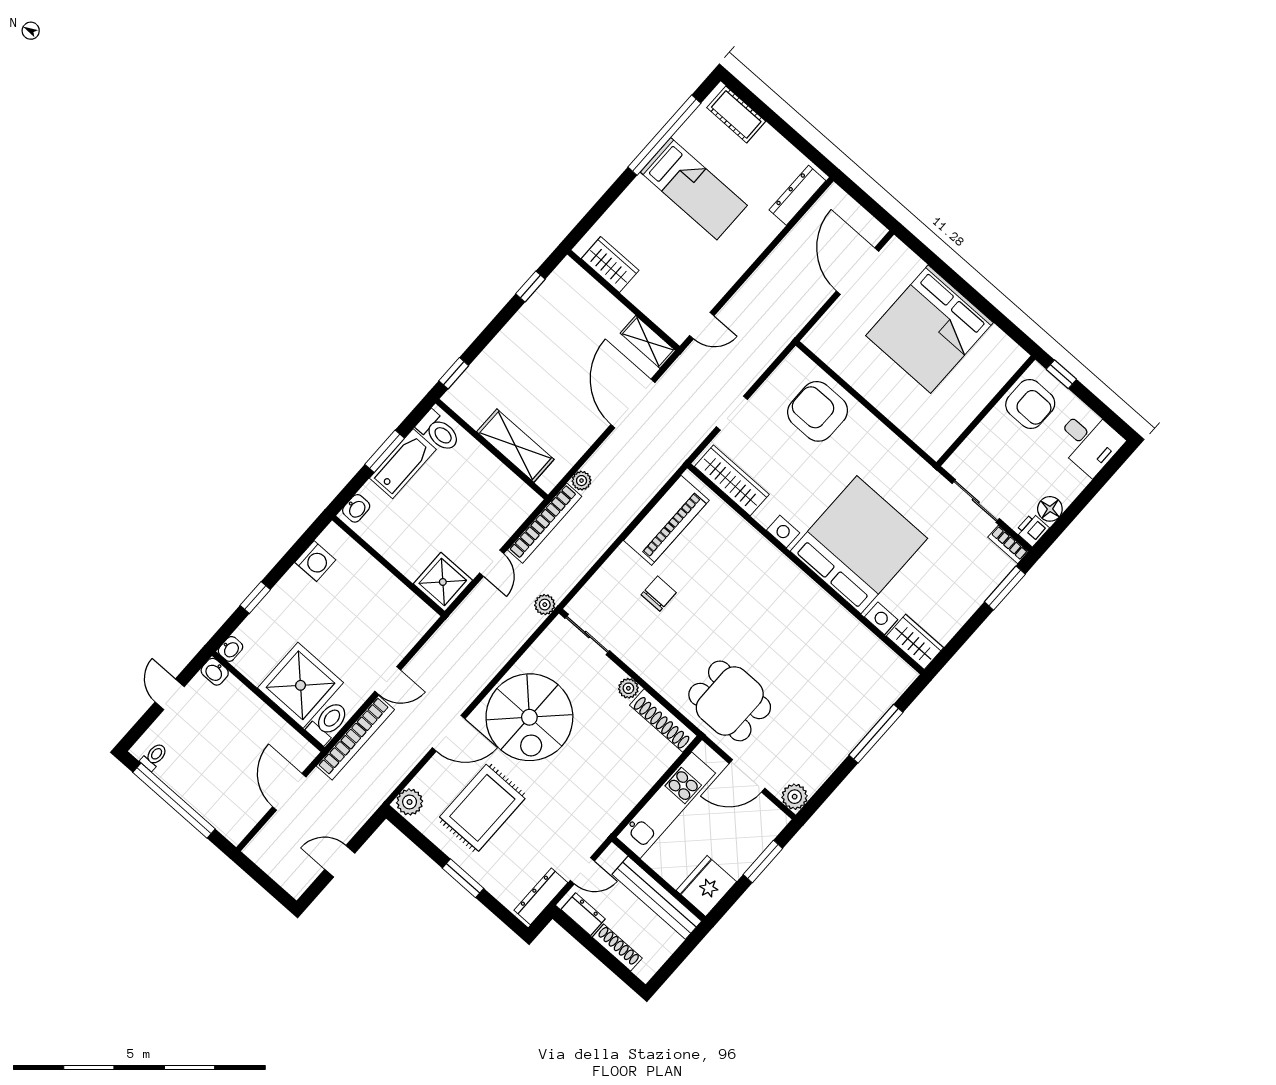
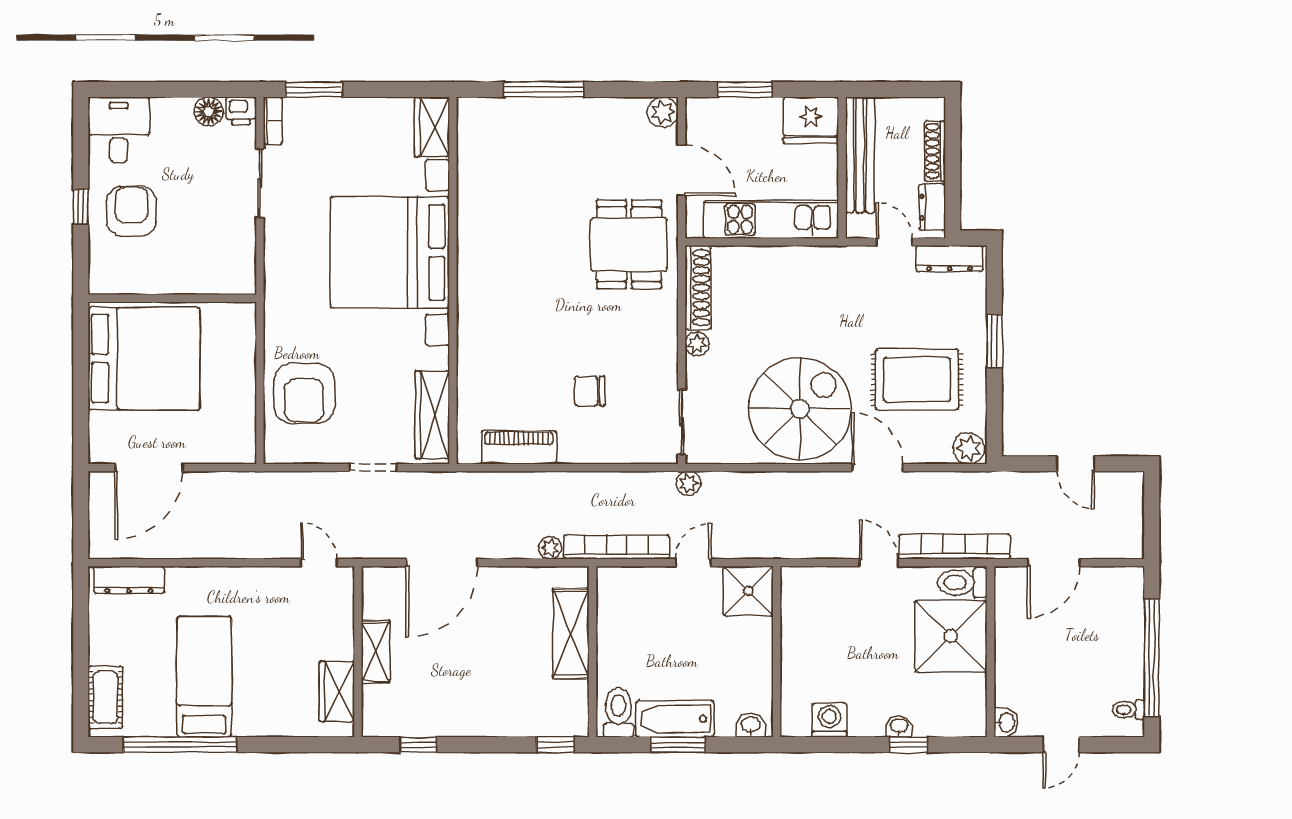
shelving: (648, 342) -> (376, 652), moved
wall: (986, 411) -> (172, 298), moved
piano: (666, 520) -> (519, 447), width x0.73, depth x0.75
washbasin: (230, 649) -> (899, 726), moved

